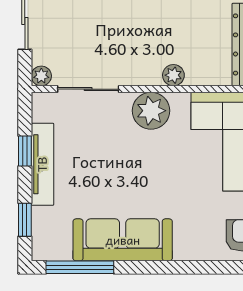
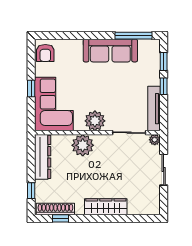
plant: (173, 75) -> (83, 145), width x1.88, depth x1.88
window: (25, 151) -> (164, 86), moved
tv unit: (42, 164) -> (154, 109), moved

